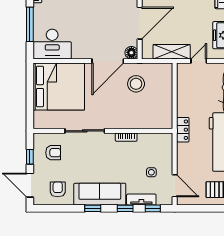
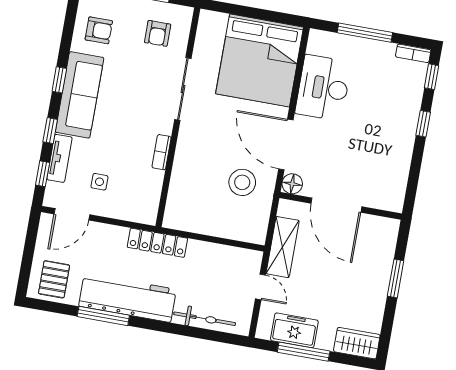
desk: (52, 44) -> (323, 88), moved
locker: (183, 130) -> (157, 243), width x1.53

